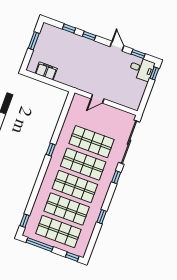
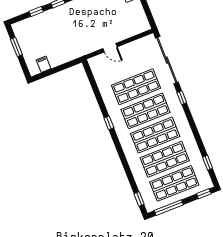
filing cabinet: (46, 71) -> (44, 64), width x0.50
door: (98, 99) -> (110, 48), hinge flipped
window: (102, 217) -> (208, 163), moved

